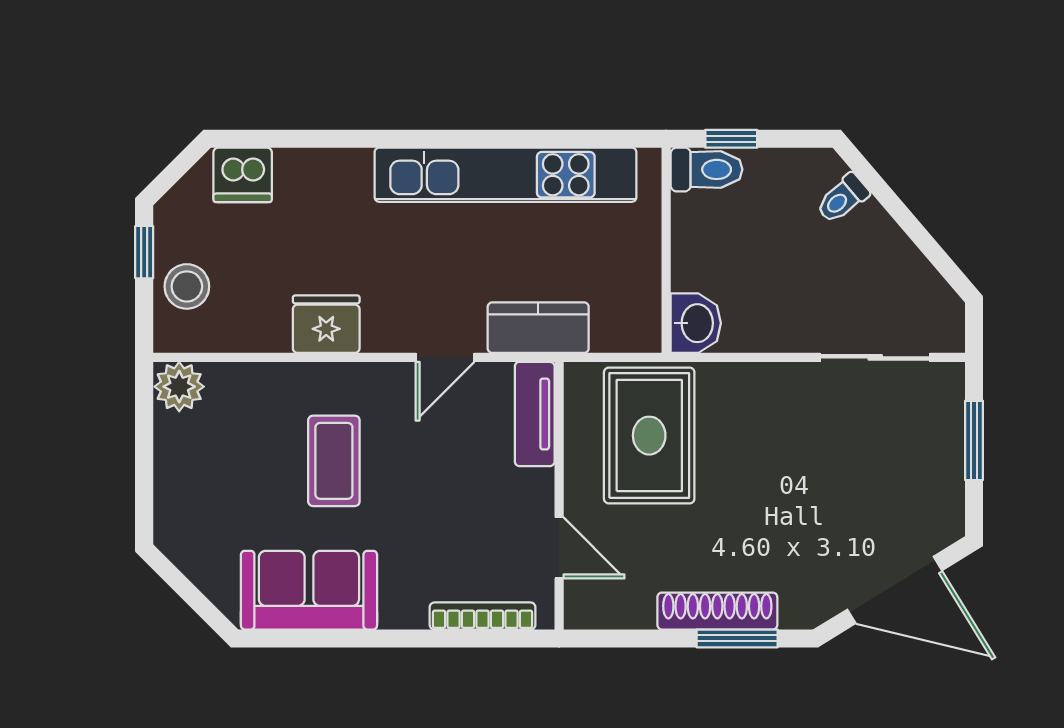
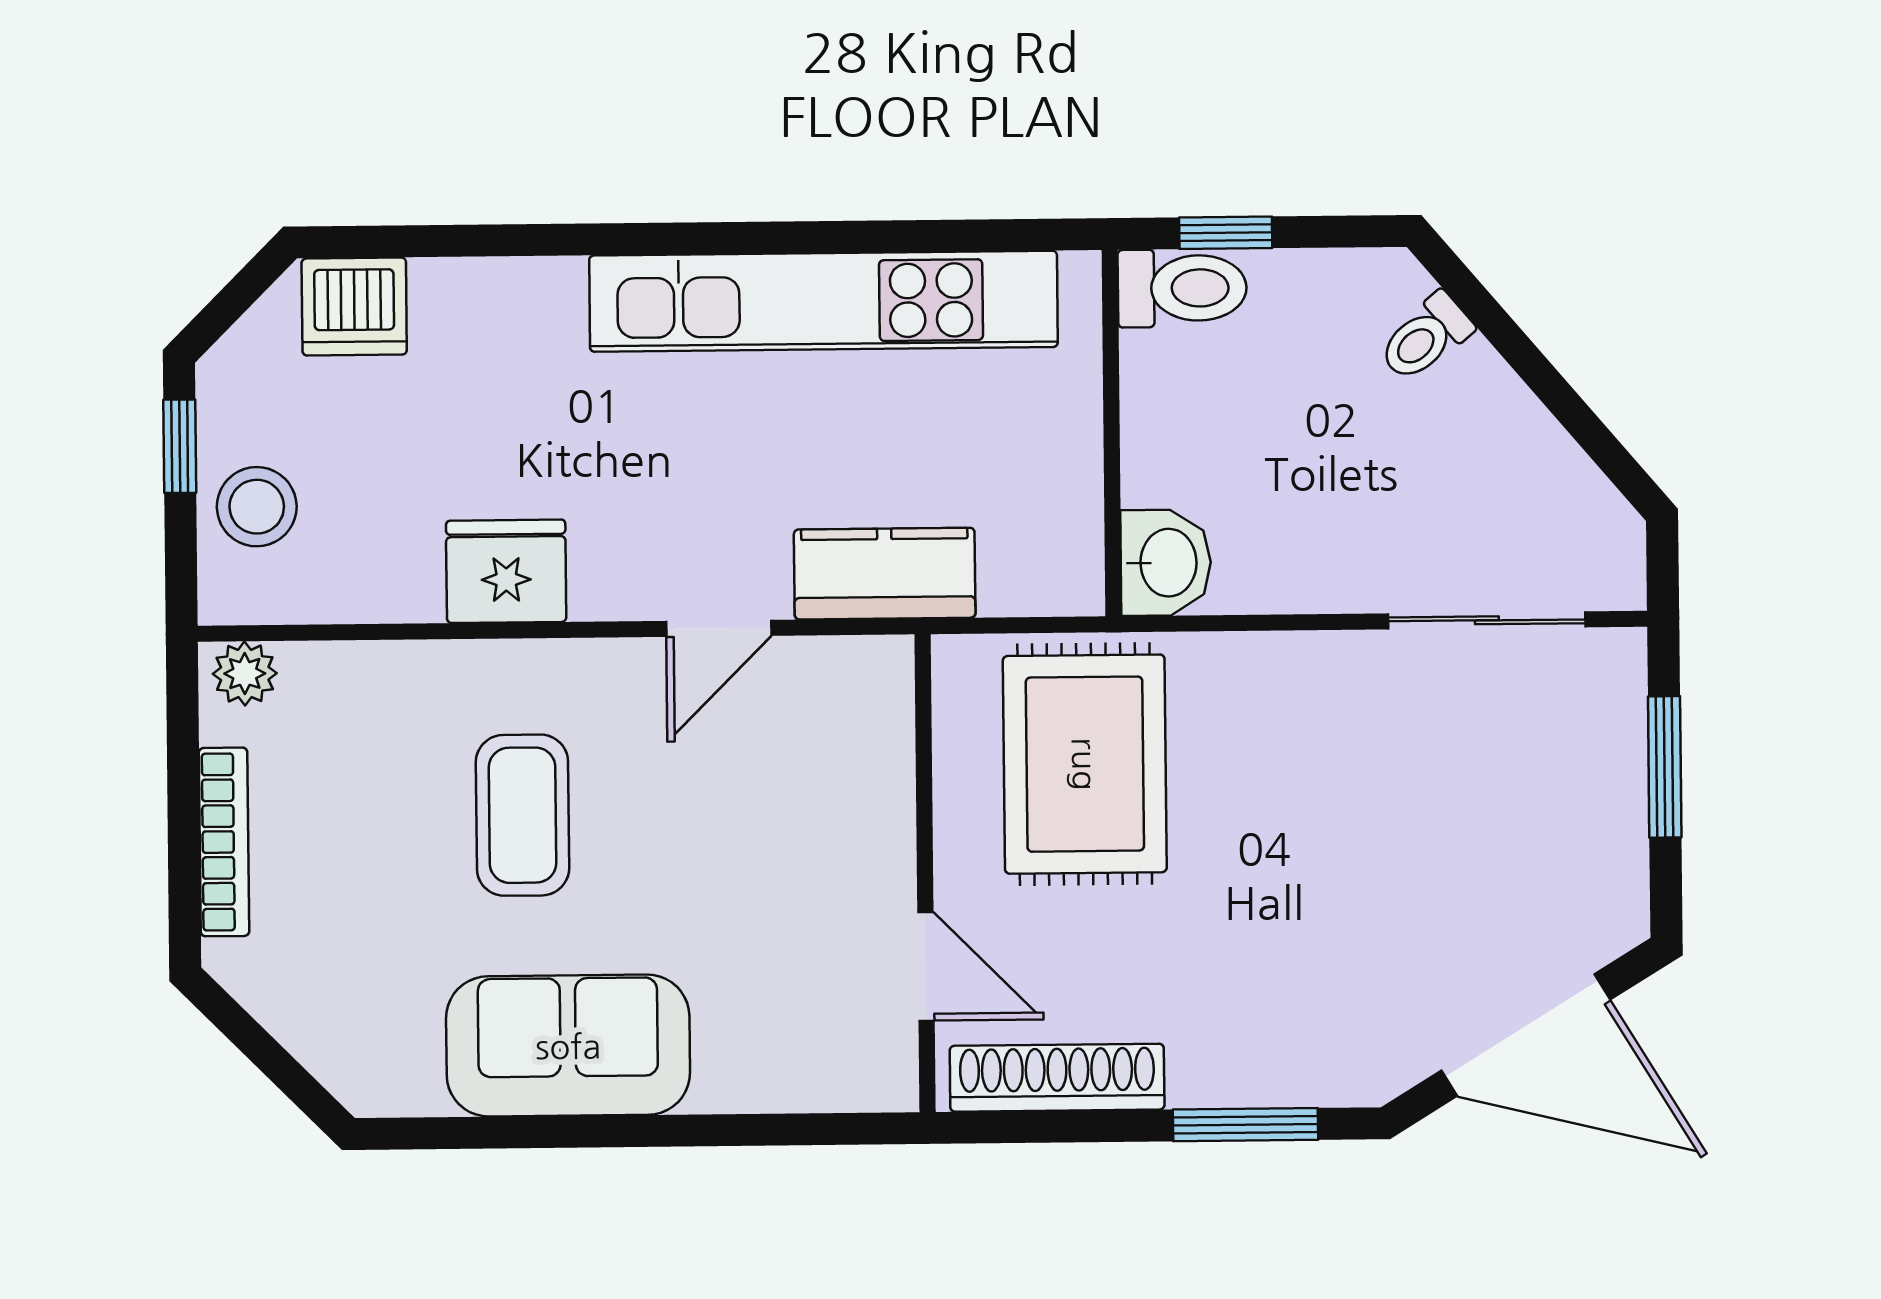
plant: (179, 387) -> (245, 673), width x0.73, depth x0.73
tv unit: (535, 414) -> (880, 728), removed
sofa: (309, 590) -> (568, 1046), moved
shoe rack: (717, 611) -> (1057, 1078), moved
bookcase: (483, 616) -> (224, 842), moved, turned 90

